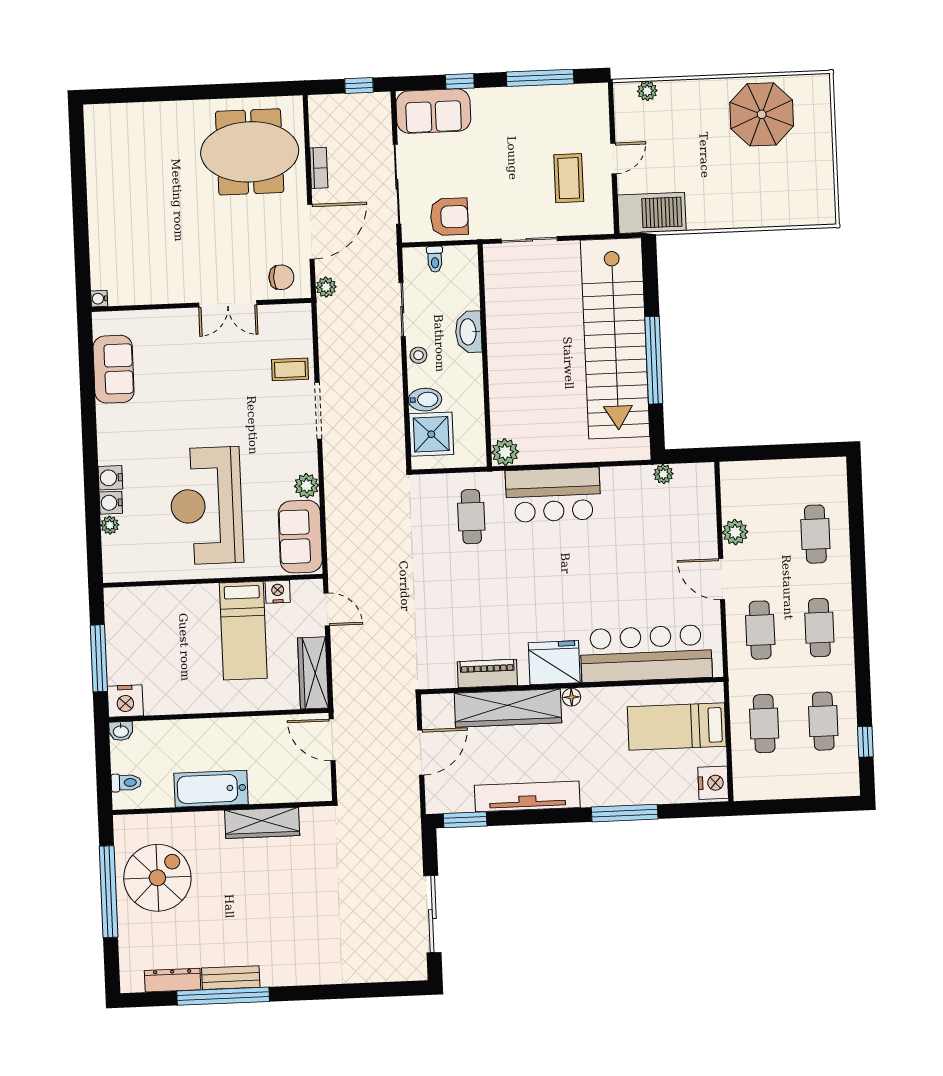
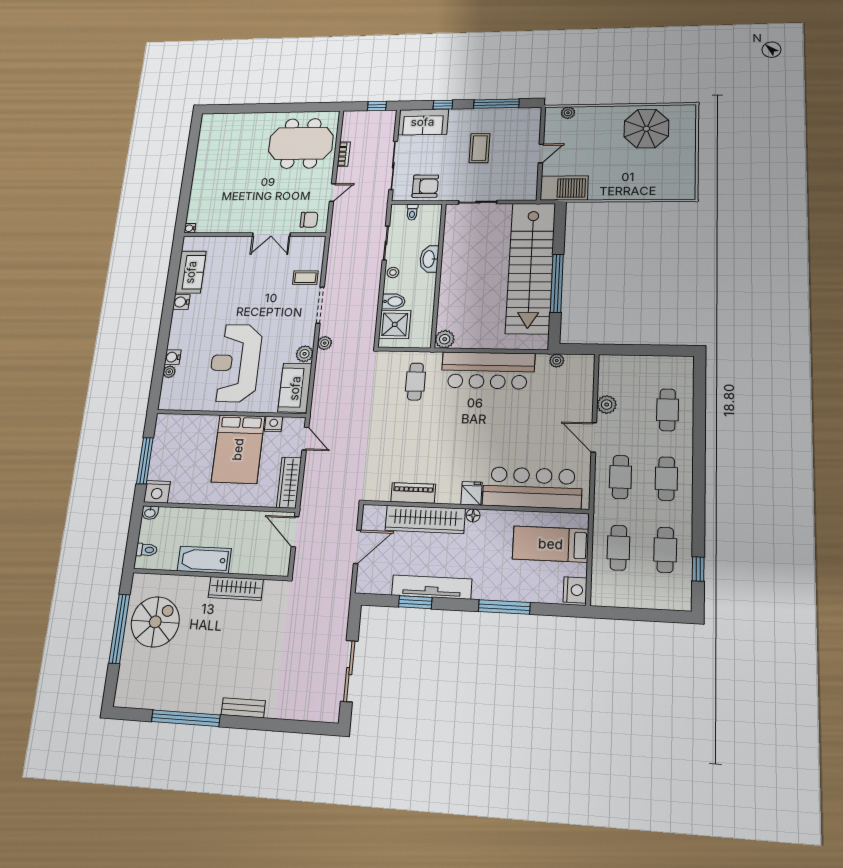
coffee table: (569, 178) -> (479, 148), moved
door: (311, 232) -> (333, 192), width x0.53
plant: (326, 287) -> (325, 343), moved
water cooler: (110, 478) -> (181, 302), moved
bar counter: (553, 495) -> (488, 370), width x1.36
bed: (243, 631) -> (238, 449), width x1.50
fridge: (554, 663) -> (472, 493), width x0.53, depth x0.75
window: (465, 820) -> (415, 602), moved
bench: (231, 978) -> (243, 708), moved
dresser: (173, 980) -> (152, 701), removed

